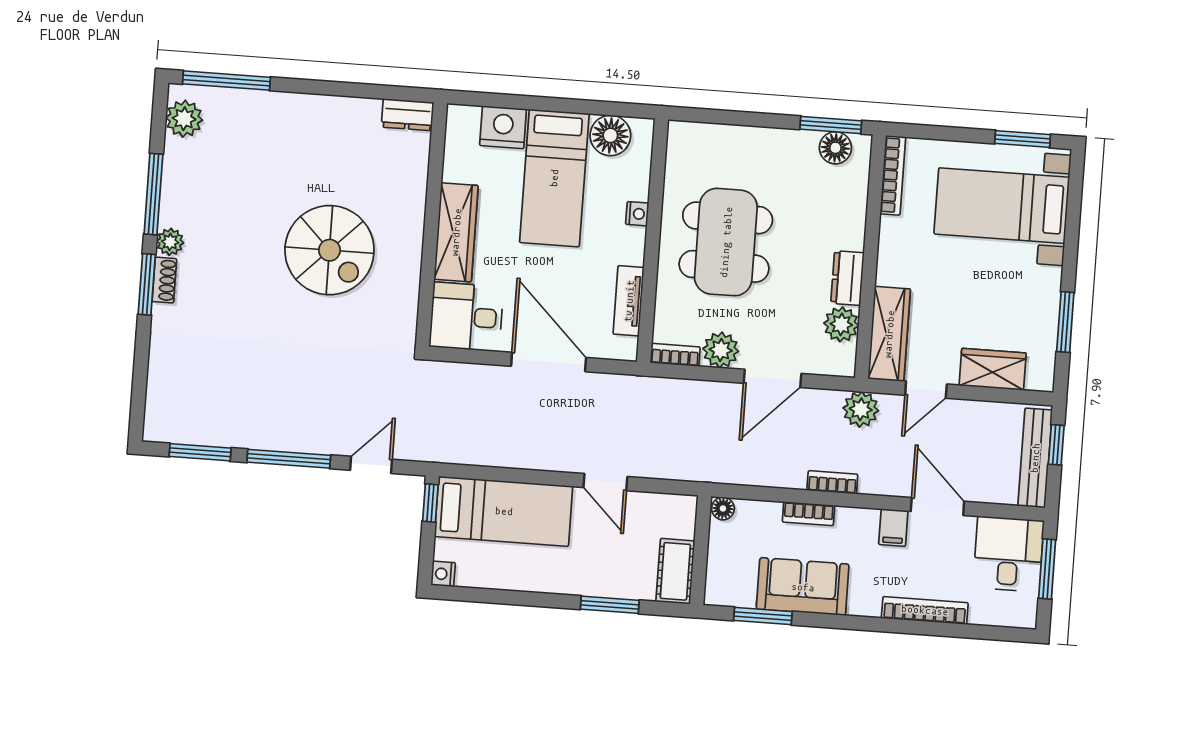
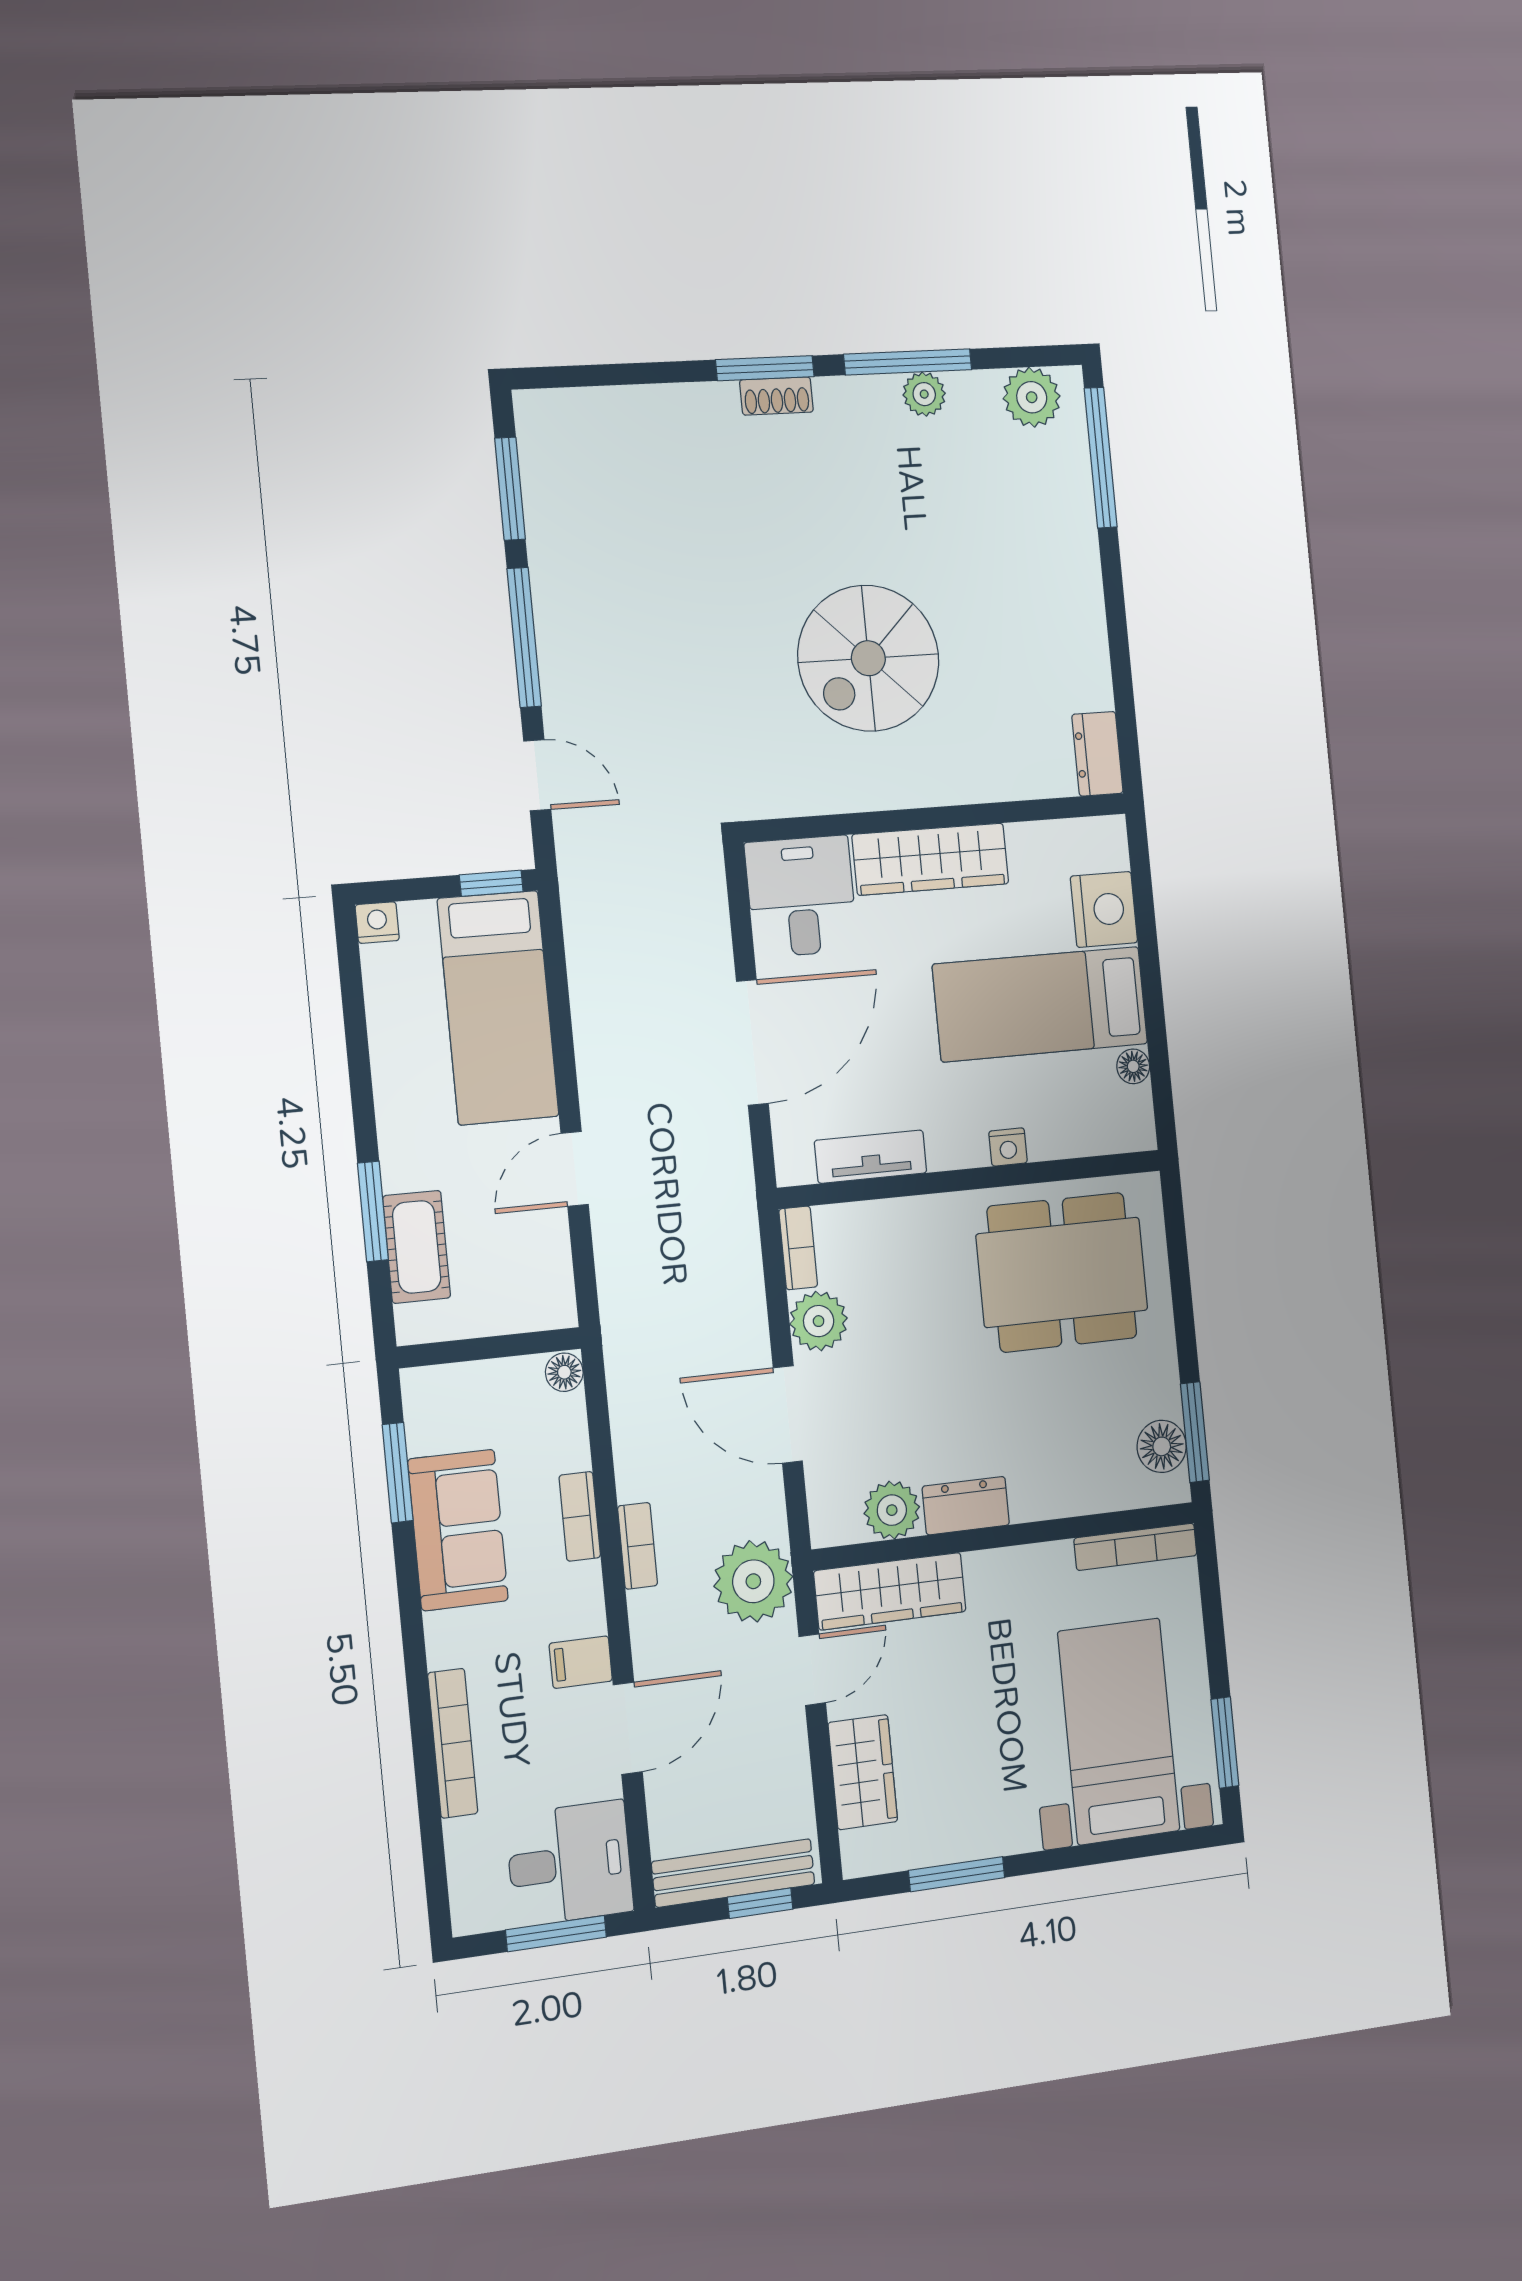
floor lamp: (610, 135) -> (1133, 1066), width x0.53, depth x0.53
plant: (170, 242) -> (924, 394), moved
dining table: (726, 242) -> (1062, 1272), moved
door: (926, 390) -> (812, 1670), swing flipped
plant: (861, 409) -> (753, 1581), width x1.36, depth x1.36
cot: (675, 571) -> (417, 1247), moved, turned 90

